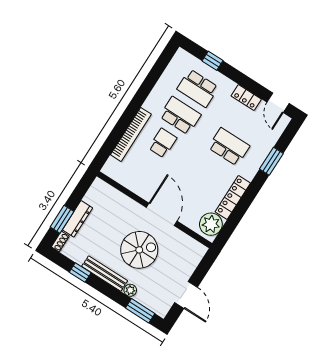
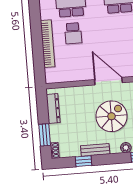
school desk: (163, 143) -> (73, 33), turned 180
dresser: (77, 219) -> (53, 109), moved
bench: (105, 273) -> (95, 150), width x0.73

